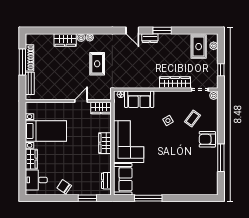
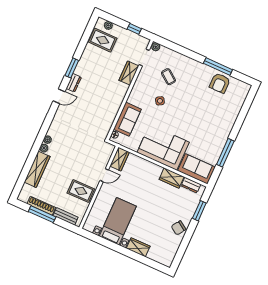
wardrobe: (65, 40) -> (37, 169), width x1.50
rug: (97, 64) -> (81, 191), moved
wardrobe: (175, 83) -> (129, 73), width x0.67
door: (81, 101) -> (104, 175), swing flipped
armchair: (207, 139) -> (220, 83), moved
wardrobe: (105, 143) -> (172, 178), moved
desk: (36, 180) -> (160, 251), removed

